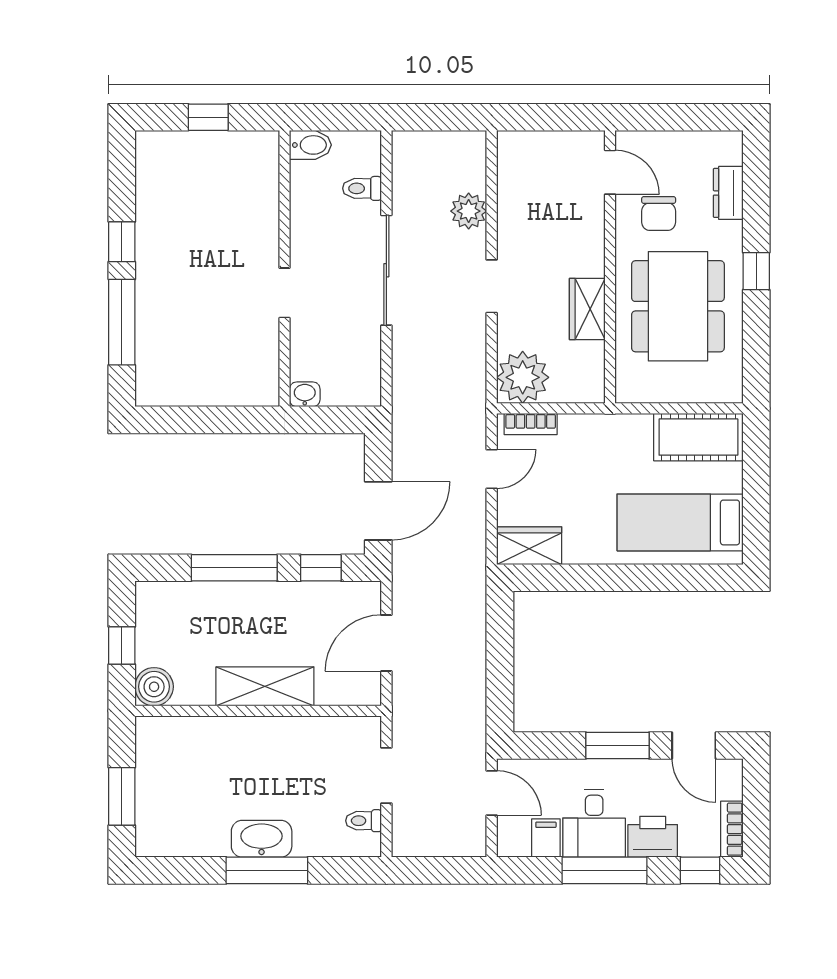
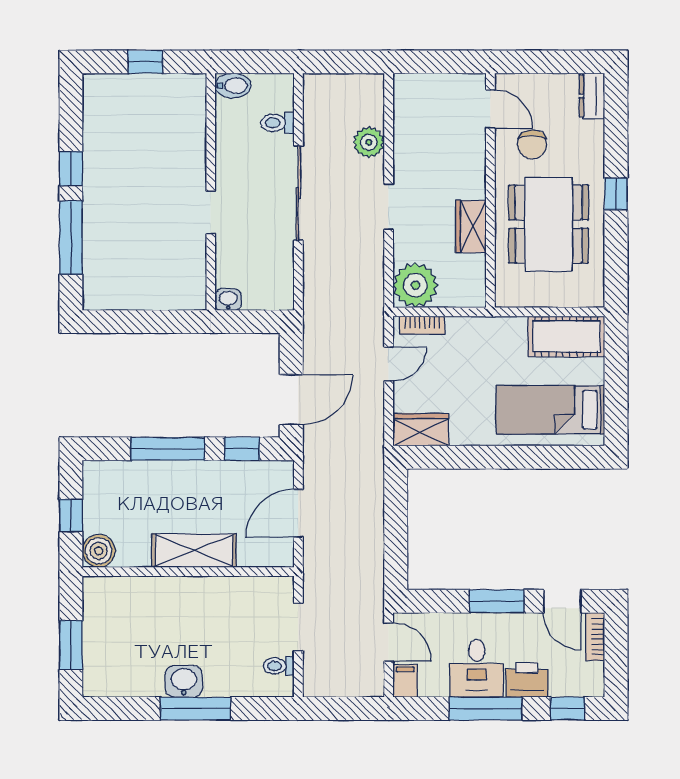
dresser: (728, 193) -> (592, 96), moved
bookcase: (732, 829) -> (595, 637), moved
filing cabinet: (546, 838) -> (405, 681), moved
washbasin: (262, 839) -> (184, 681), width x0.72

